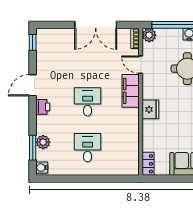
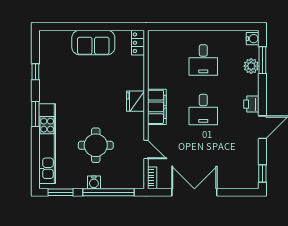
plant: (149, 35) -> (137, 181), removed
filing cabinet: (131, 91) -> (157, 107), moved

